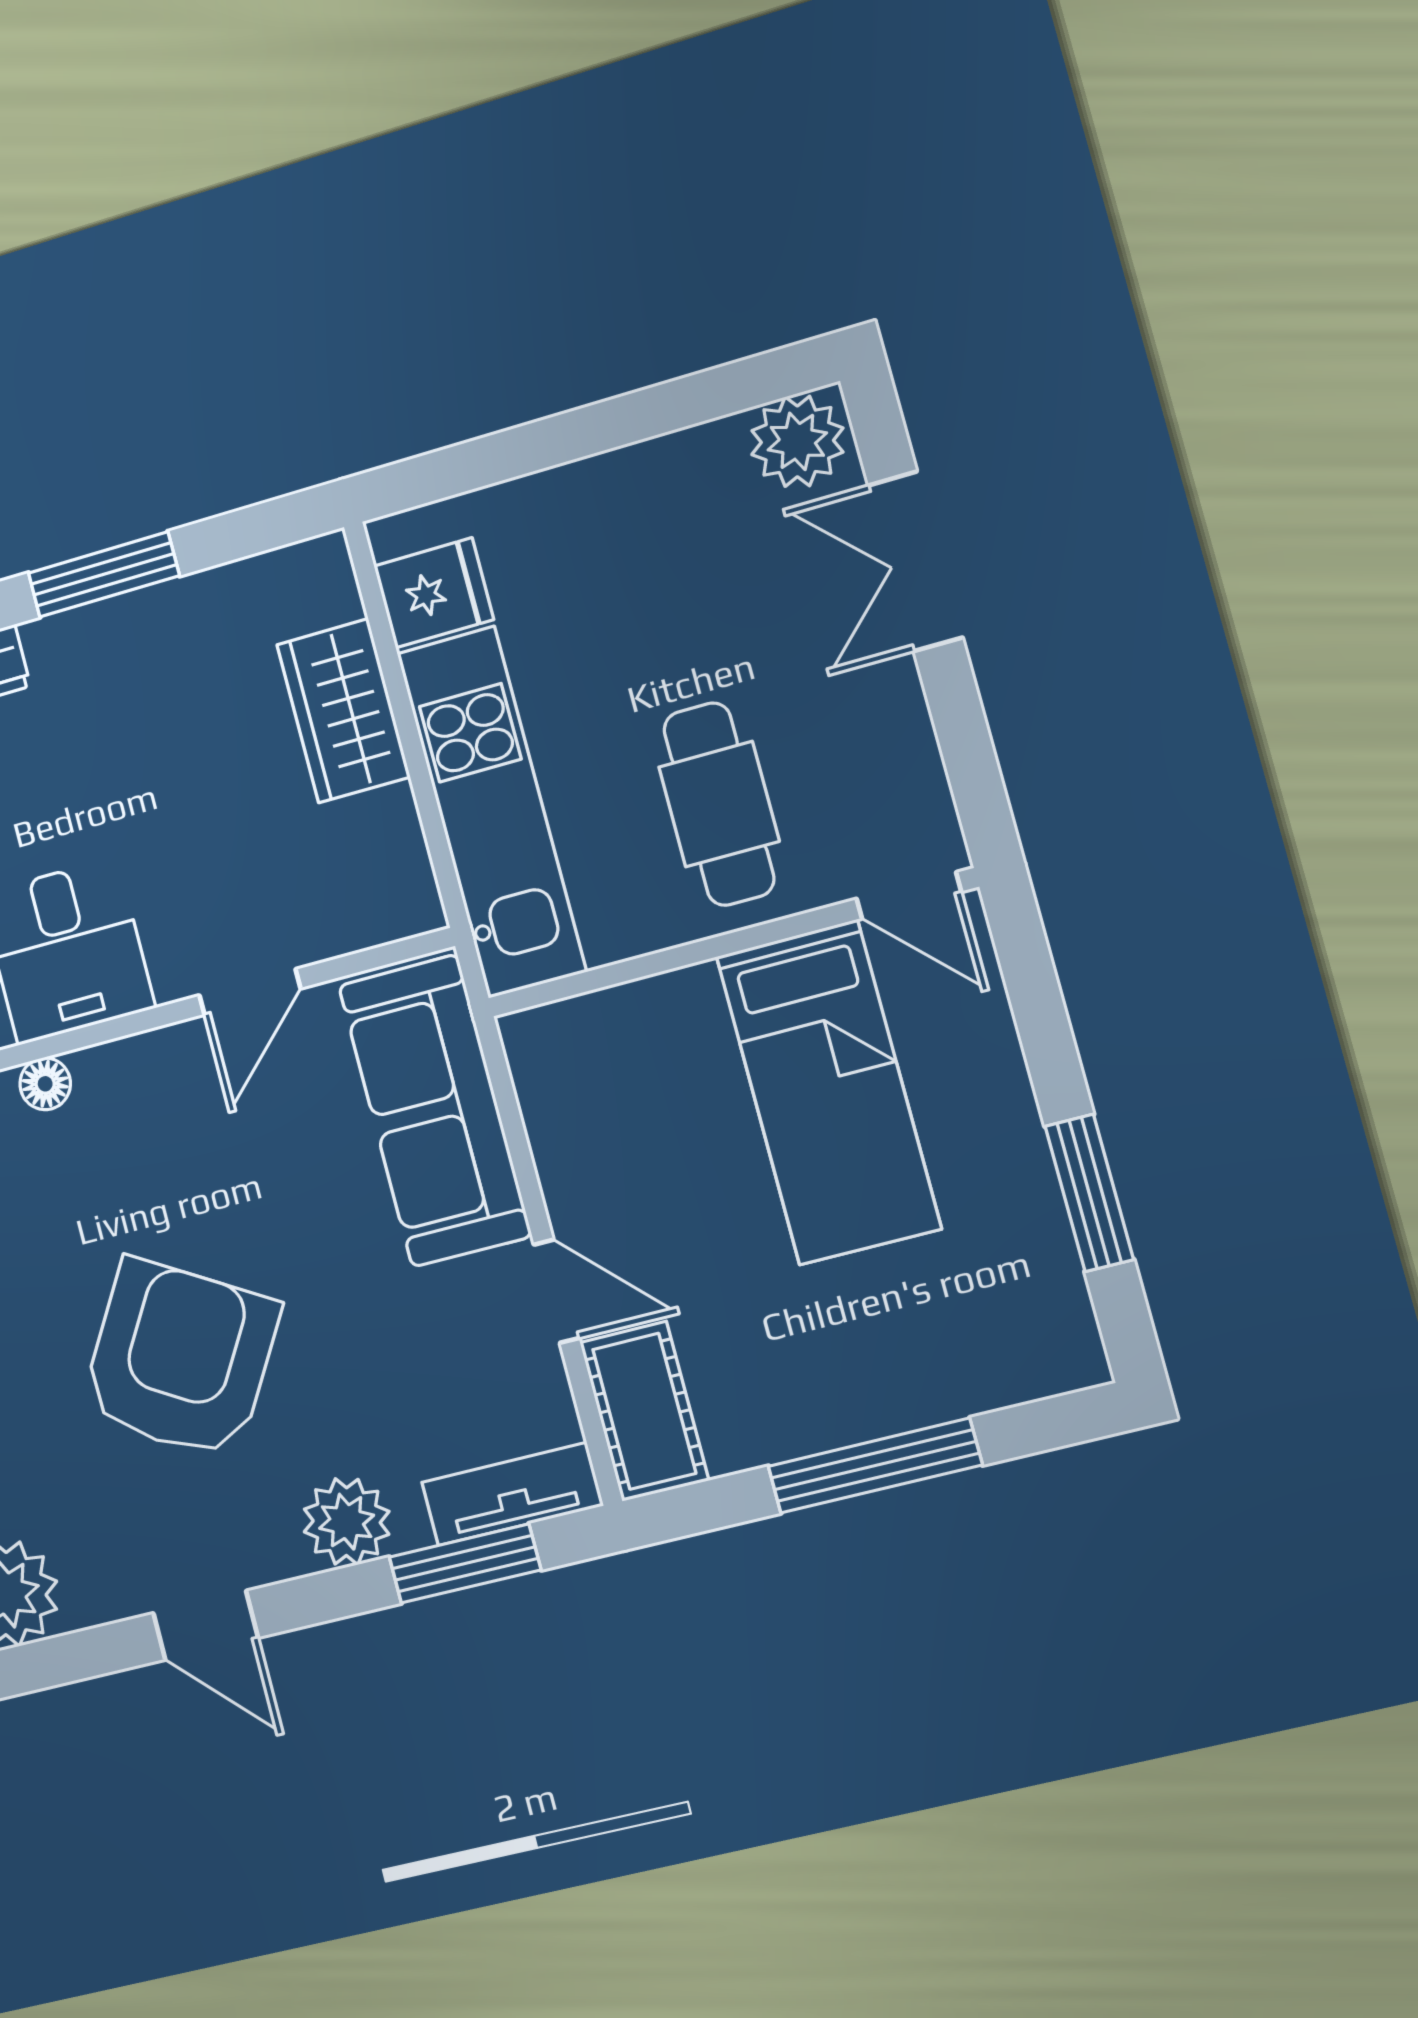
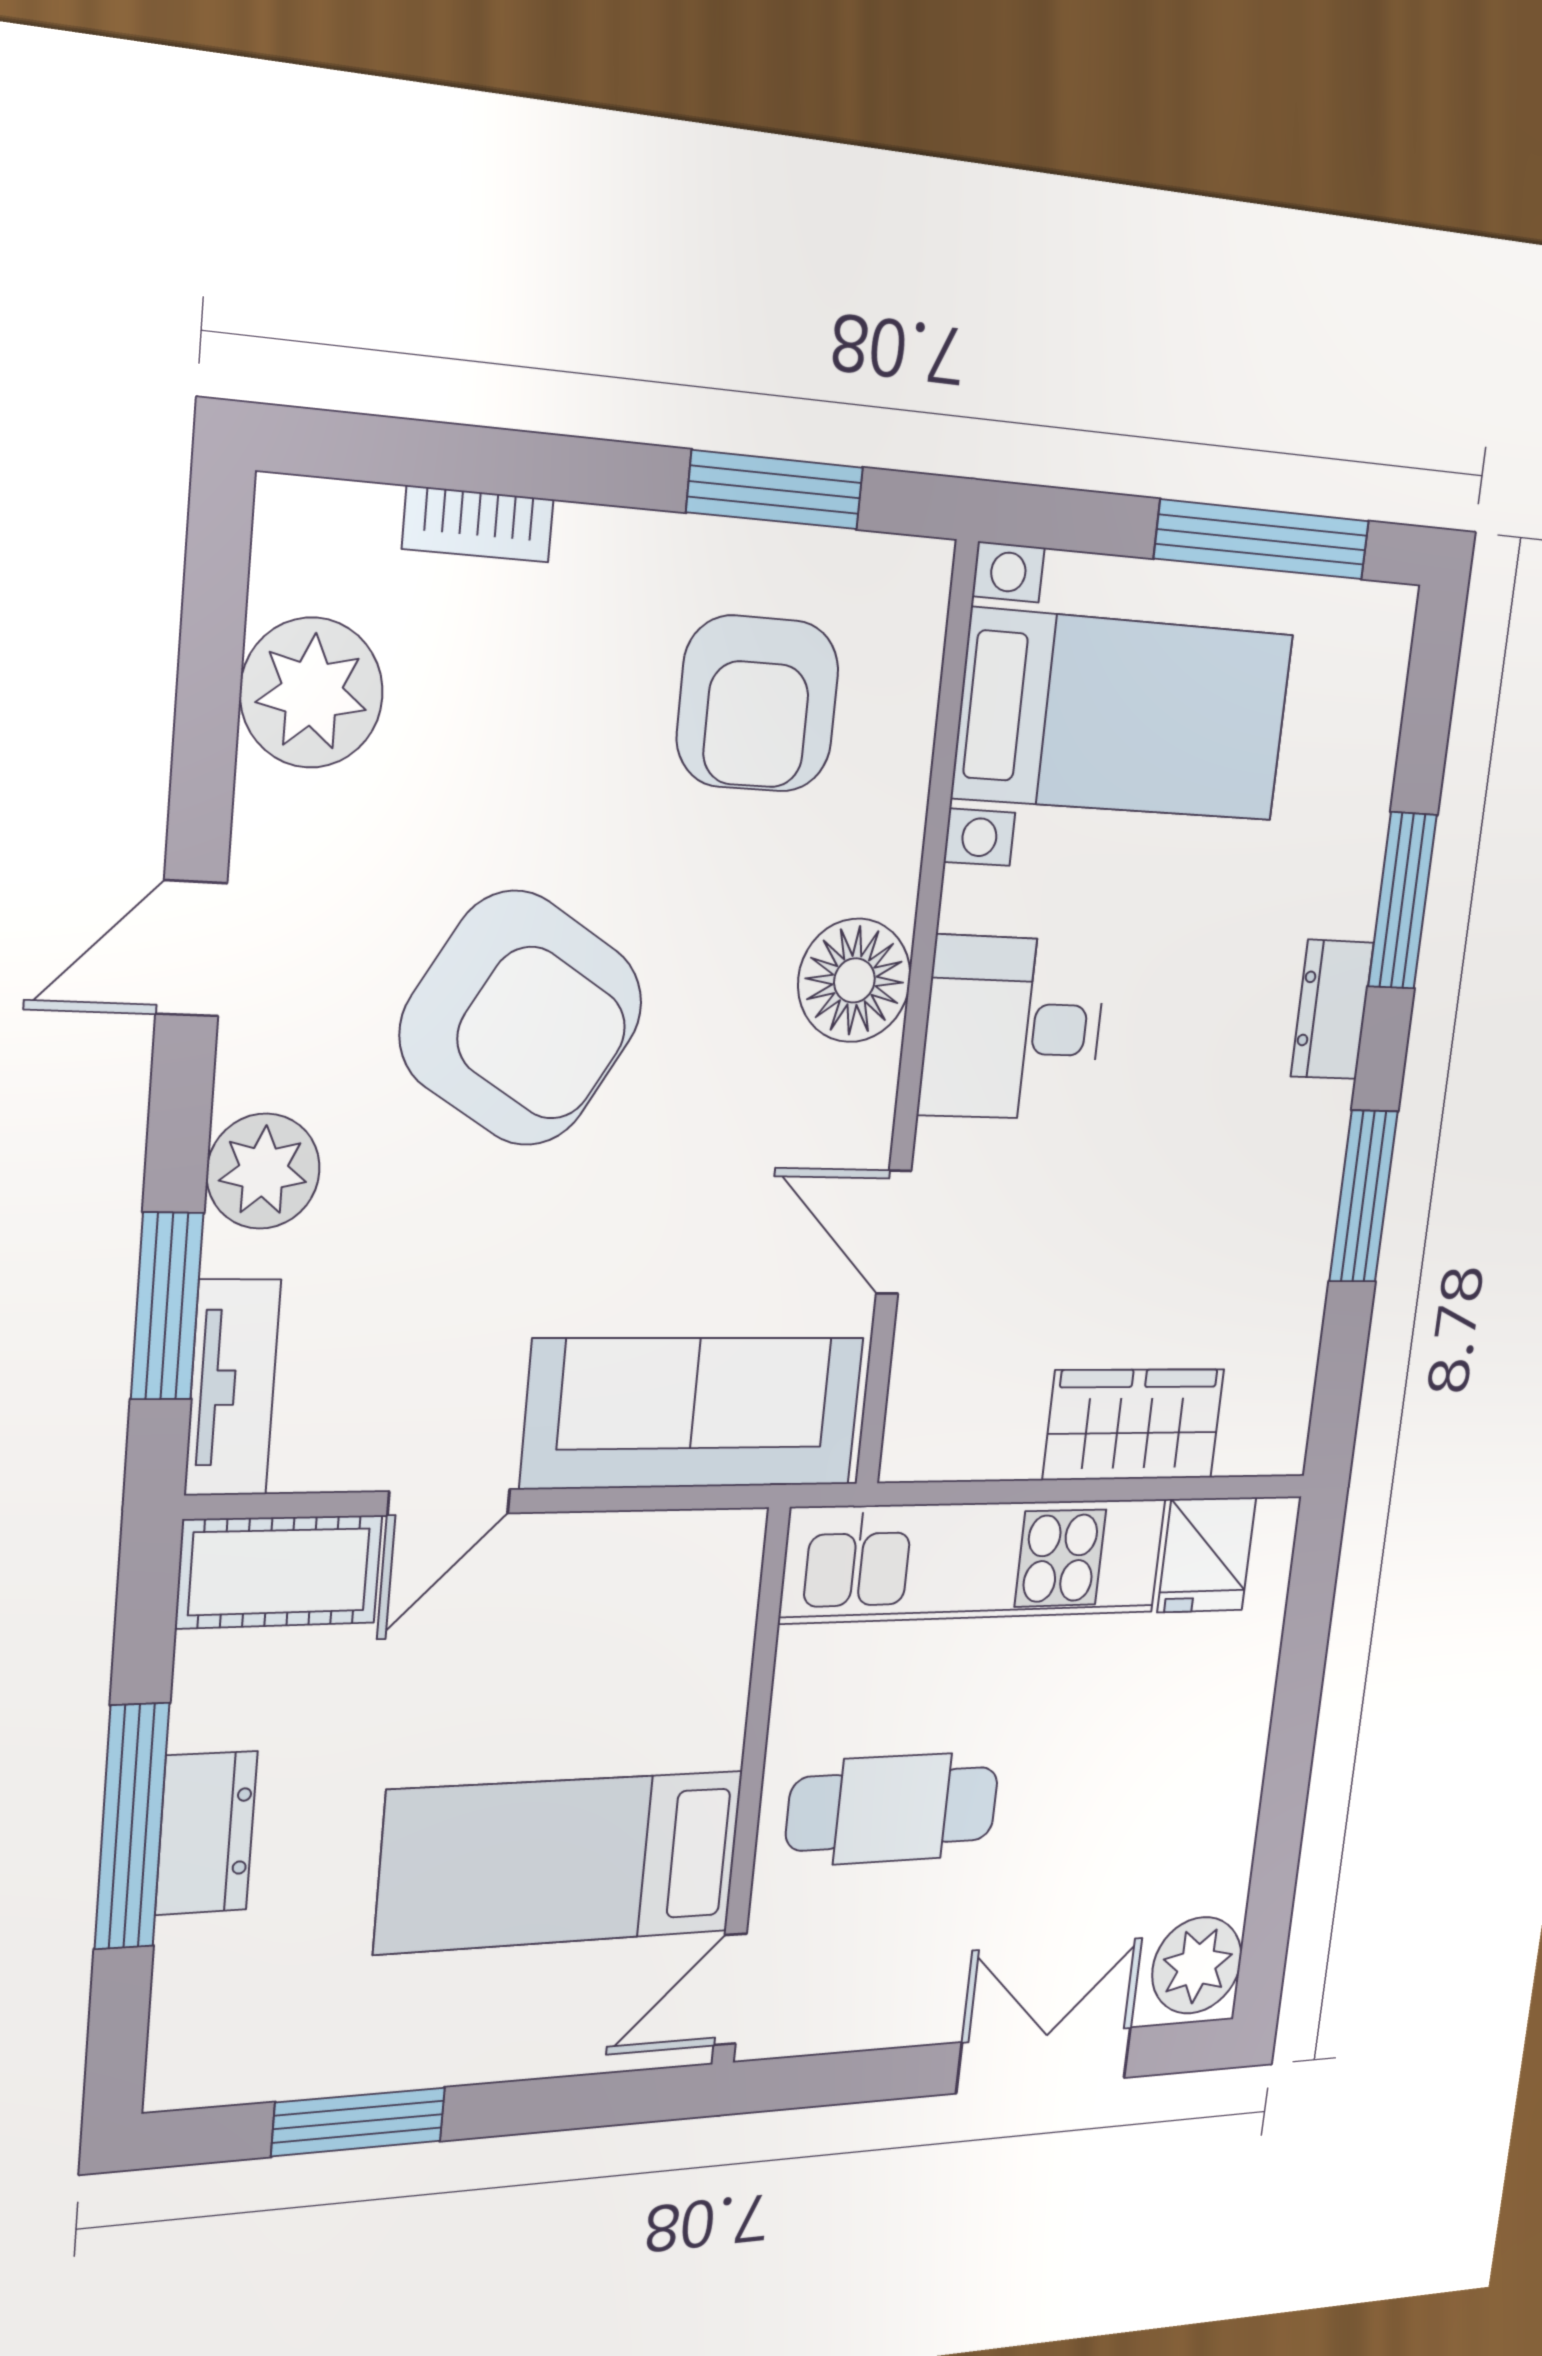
floor lamp: (45, 1084) -> (854, 980), width x1.89, depth x1.89
dresser: (867, 1403) -> (206, 1833), added

